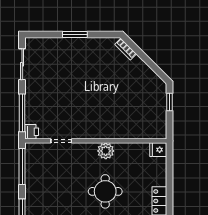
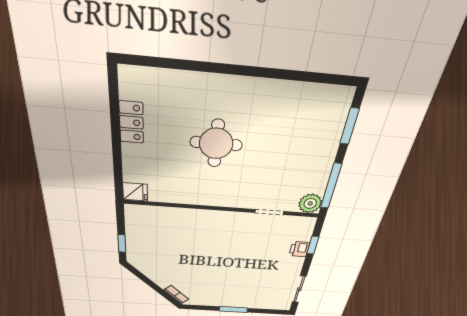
window: (22, 113) -> (313, 245), width x0.46
printer: (32, 132) -> (299, 249), moved
plant: (106, 151) -> (310, 203), moved

